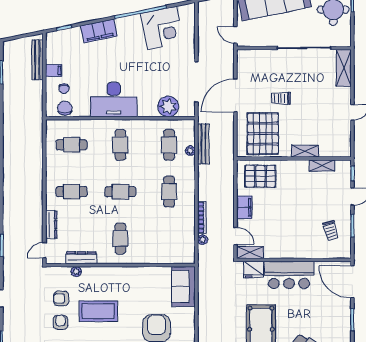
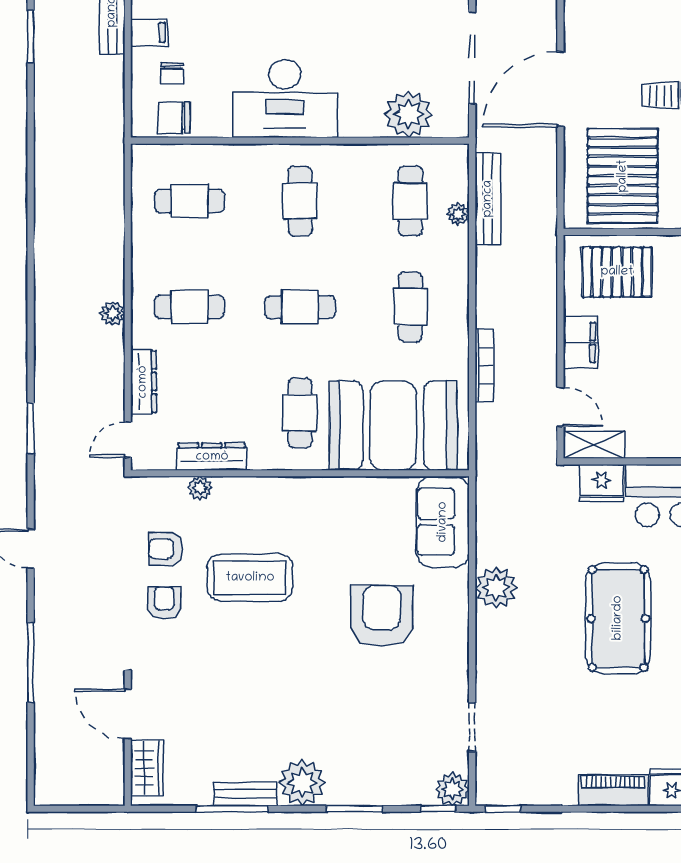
chair: (65, 108) -> (174, 118), turned -90
plant: (38, 194) -> (113, 313), added
plant: (203, 240) -> (496, 588), moved, width x1.88, depth x1.88
booth: (162, 244) -> (393, 426), added

